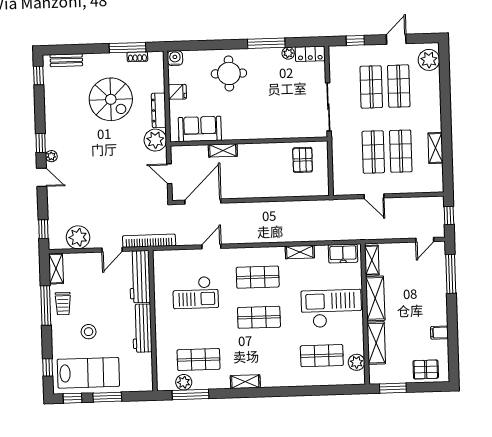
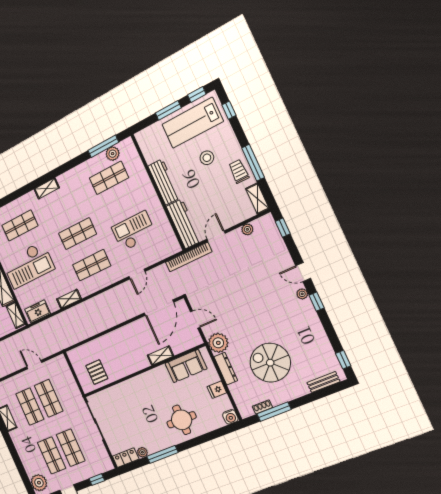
plant: (78, 237) -> (247, 229), width x0.53, depth x0.53
shelving: (245, 382) -> (47, 188), moved

